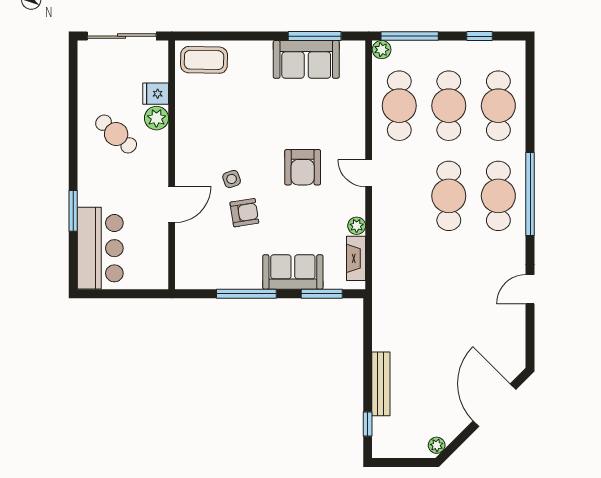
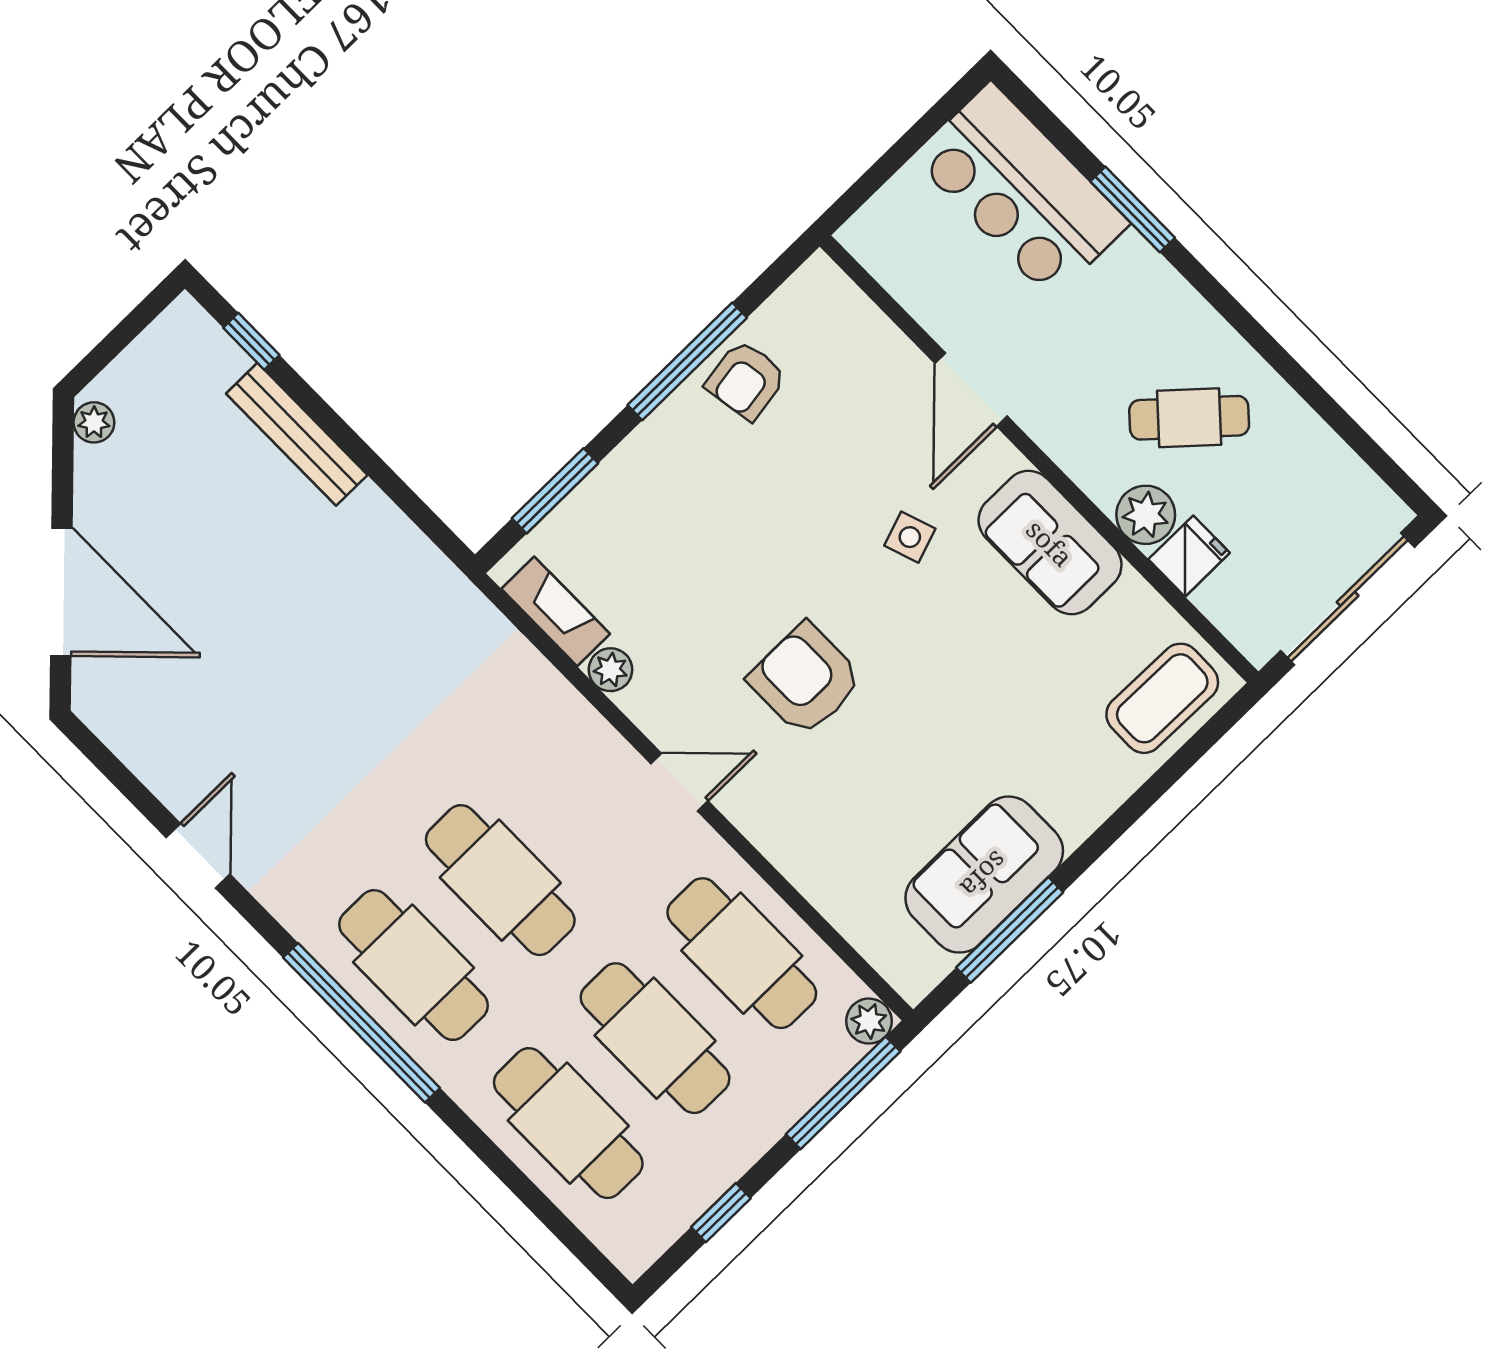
armchair: (244, 213) -> (746, 380), moved
sofa: (293, 272) -> (1050, 543), moved, turned 90

